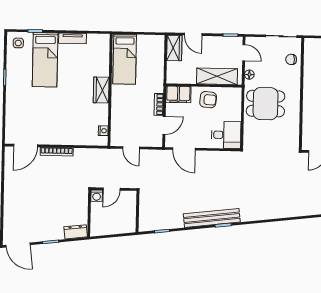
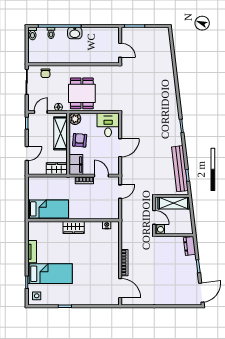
wardrobe: (174, 48) -> (57, 169), moved
plant: (234, 94) -> (75, 119), added
door: (131, 148) -> (120, 192), moved
door: (184, 149) -> (120, 148), moved
shelving: (129, 213) -> (173, 203), added
bench: (212, 218) -> (180, 169), moved

